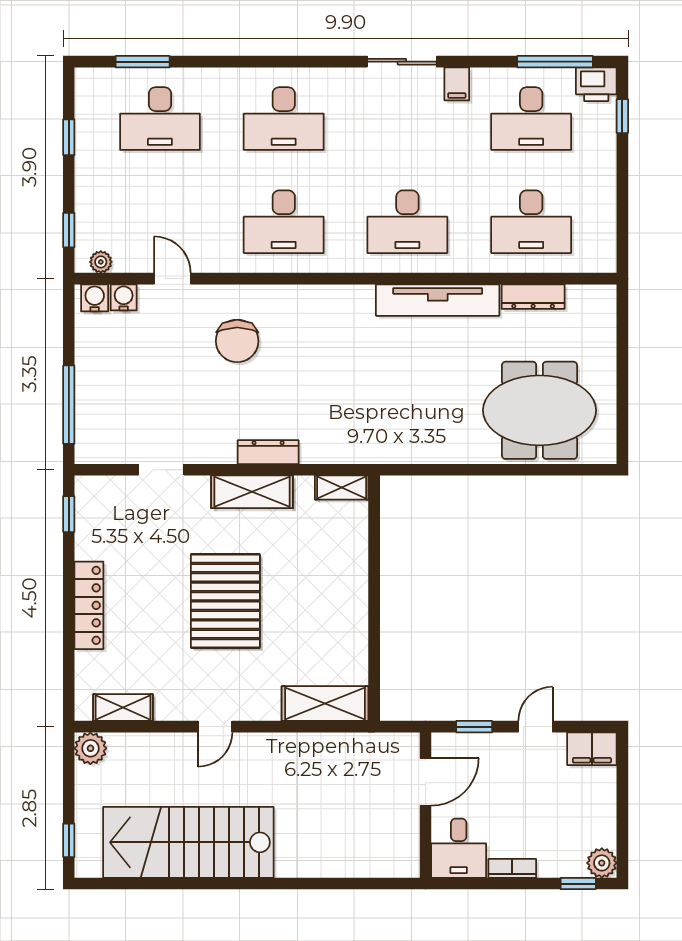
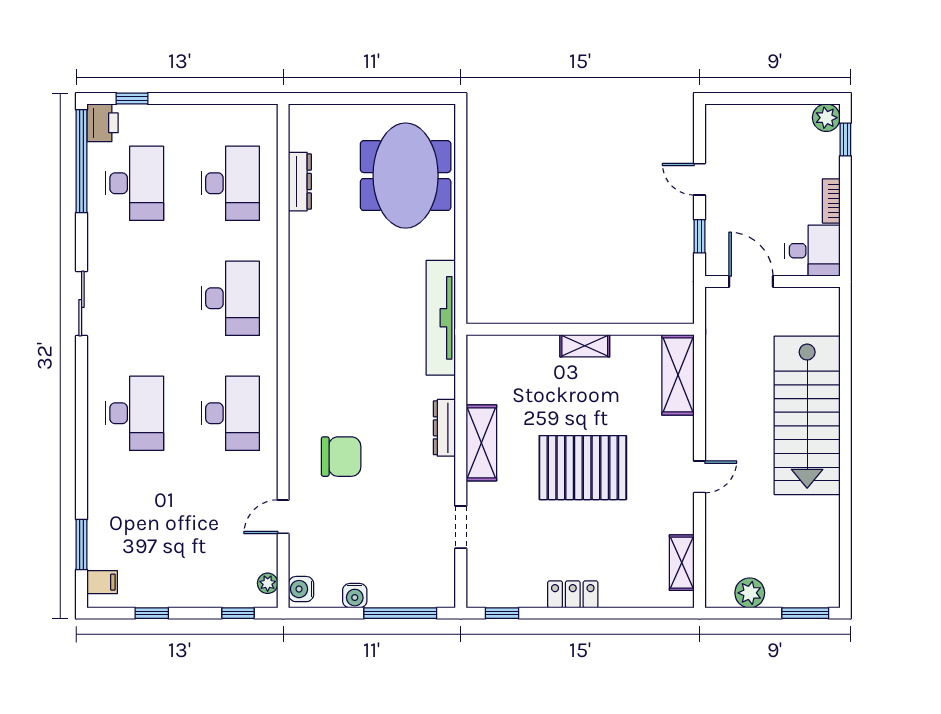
window: (555, 62) -> (82, 161), width x1.46
filing cabinet: (457, 84) -> (102, 582), moved
desk: (160, 119) -> (134, 528), removed
water cooler: (124, 297) -> (355, 596), moved, turned -90
tv unit: (438, 300) -> (441, 318), moved, turned 180
shelving: (342, 487) -> (585, 346), moved, turned 90
locker: (89, 605) -> (573, 594), width x0.66
door: (215, 727) -> (700, 477), hinge flipped
plant: (90, 748) -> (750, 593), moved
filing cabinet: (592, 749) -> (720, 127), removed
window: (69, 840) -> (805, 613), width x1.50
stairs: (188, 842) -> (807, 415), moved

